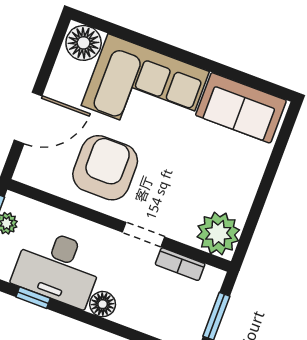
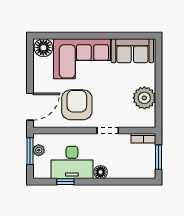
door: (28, 118) -> (30, 107), moved
plant: (218, 233) -> (144, 98), moved
bookcase: (180, 264) -> (143, 138), moved

